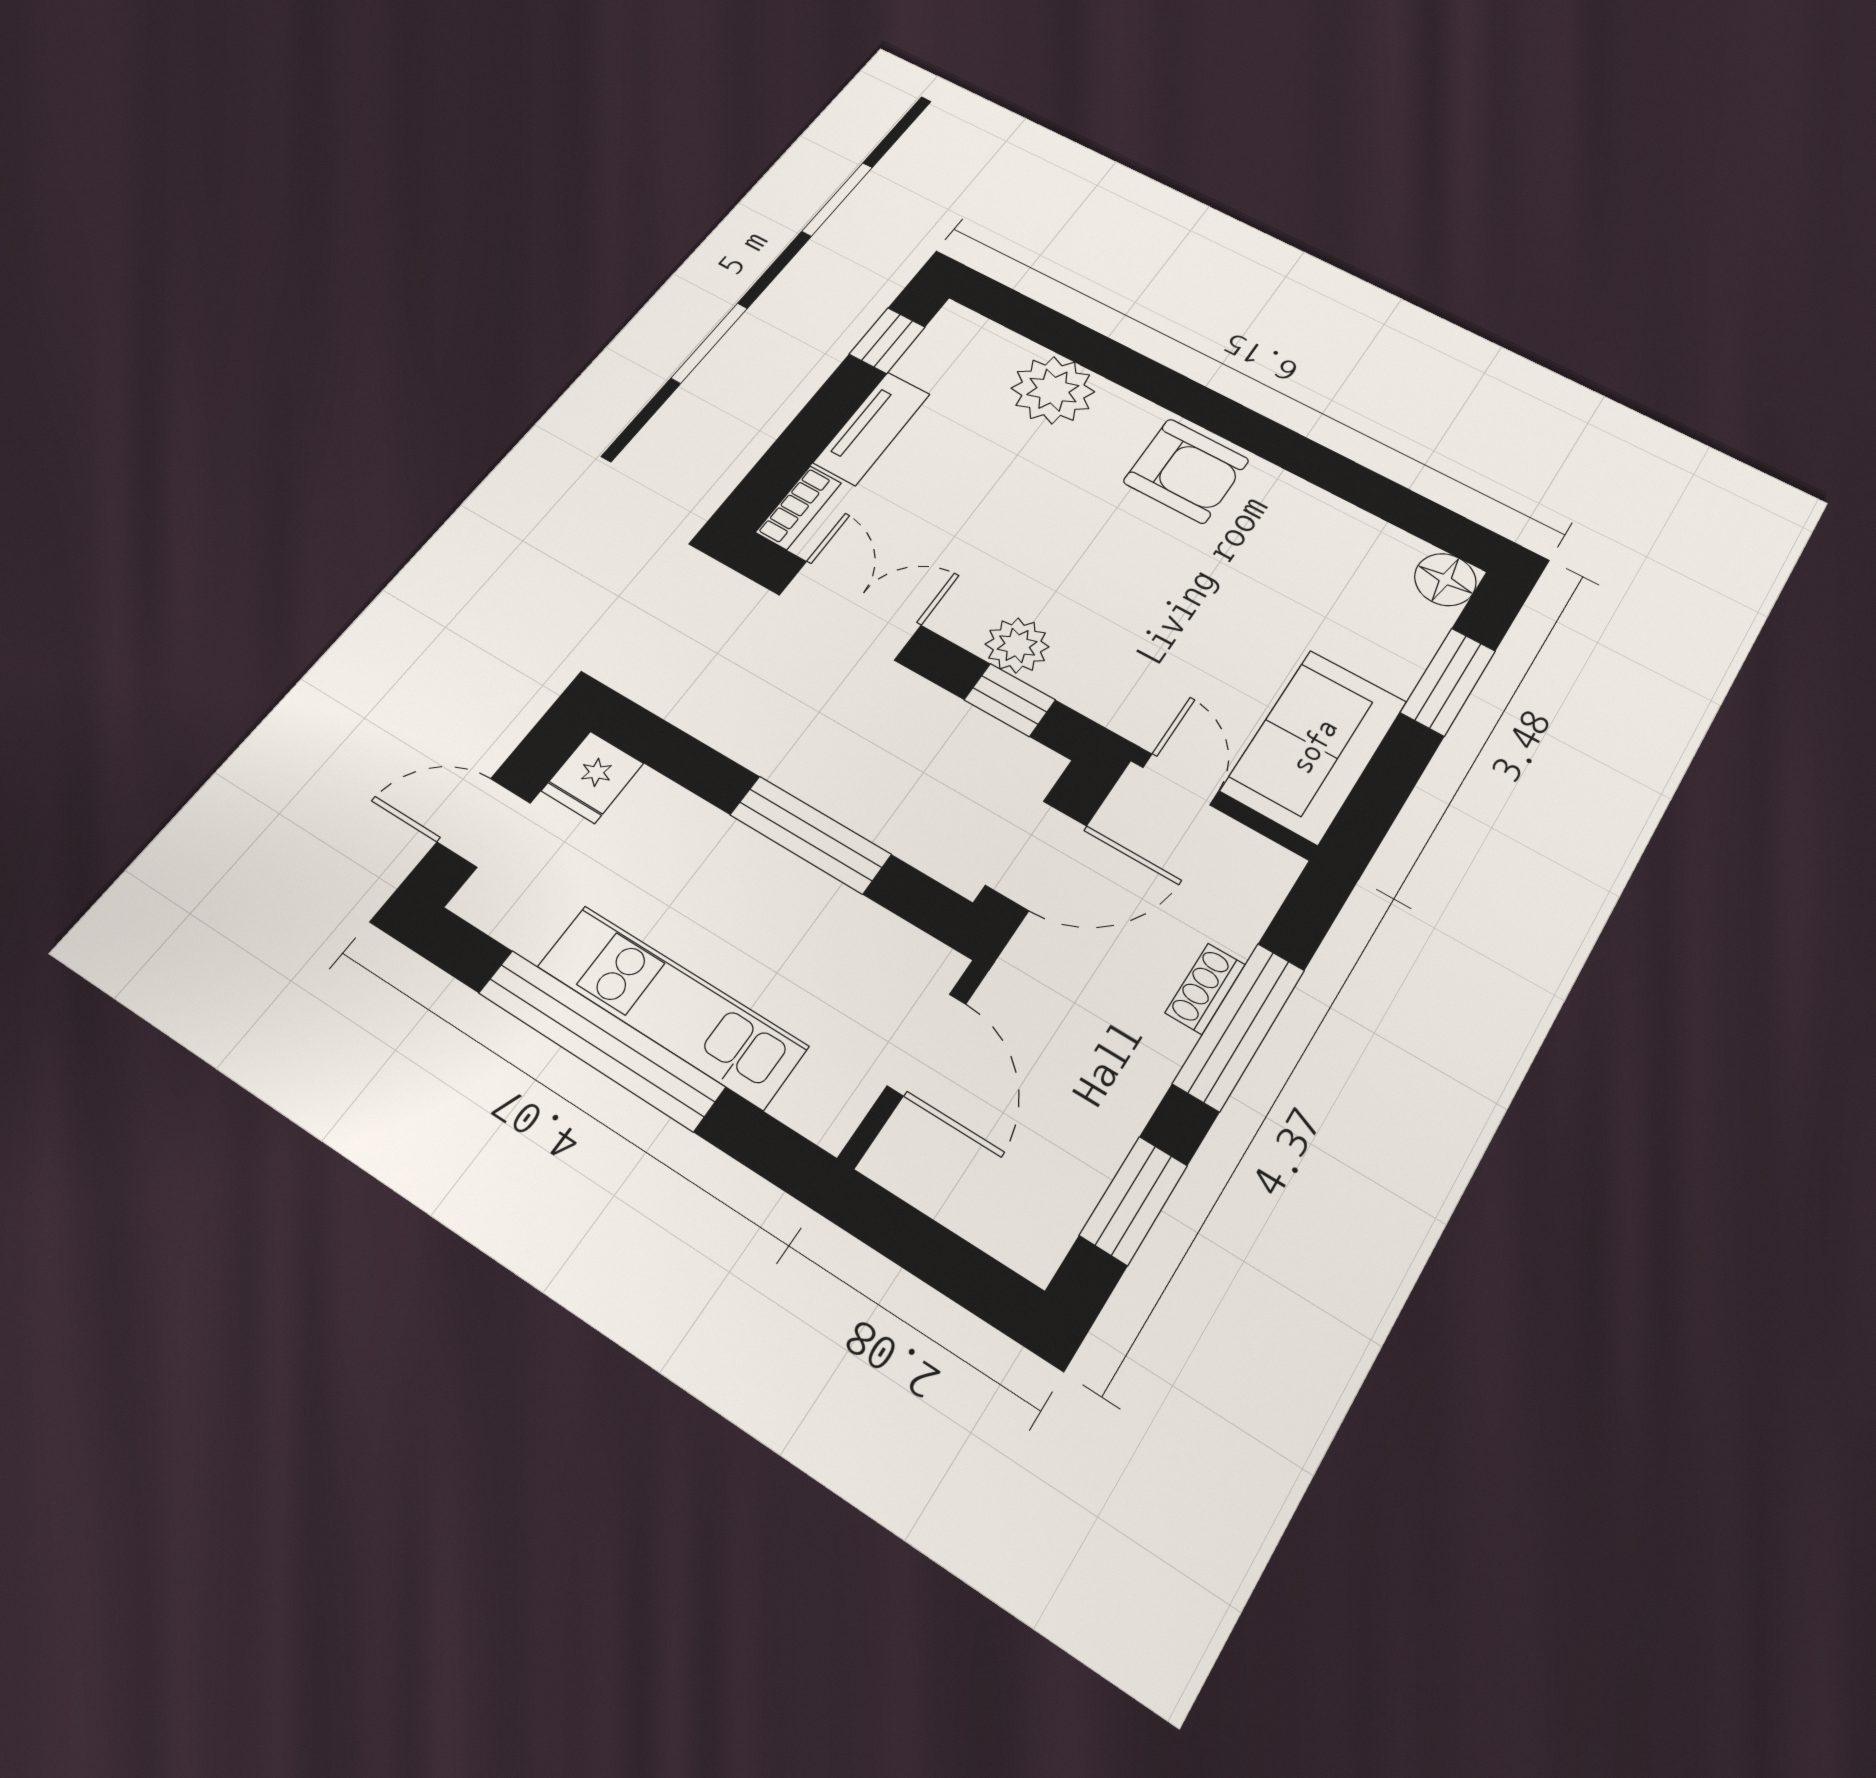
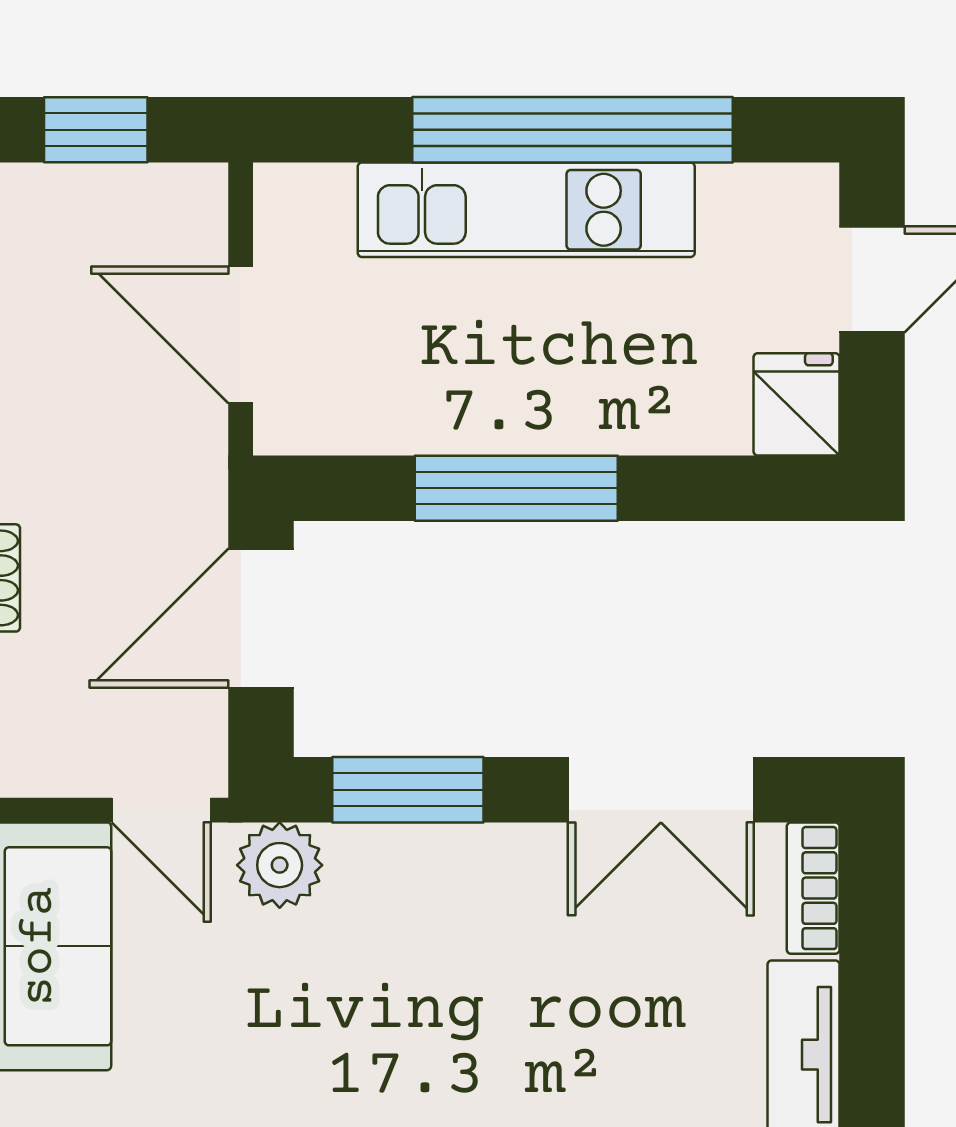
plant: (1017, 645) -> (280, 865), moved
window: (1010, 700) -> (408, 790), width x1.50
window: (935, 1254) -> (96, 130), added

